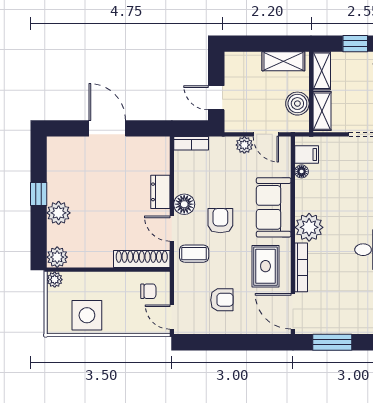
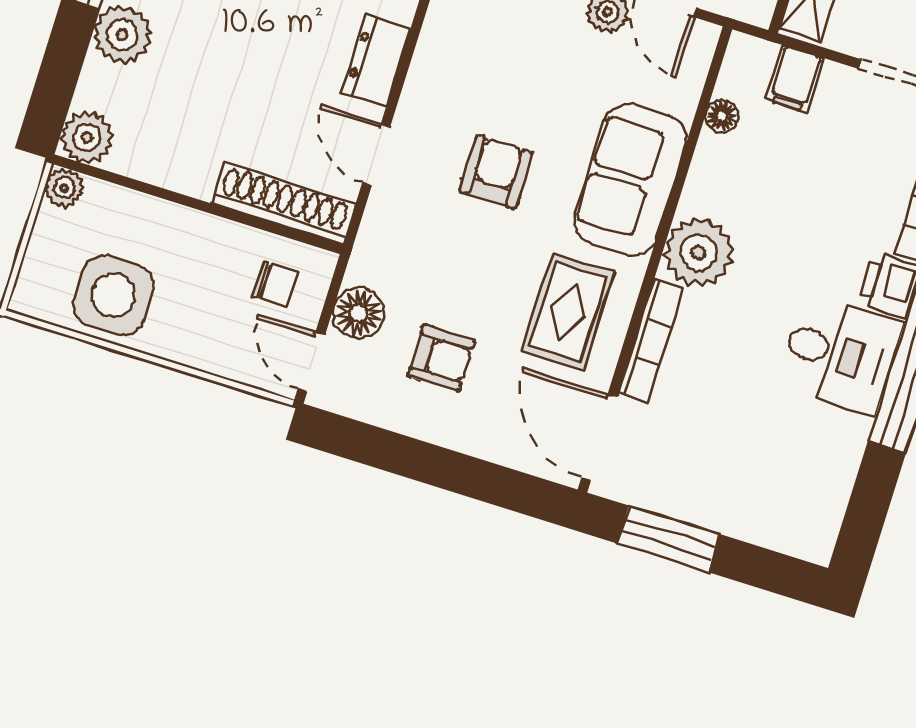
filing cabinet: (307, 155) -> (795, 79), moved, turned 90
floor lamp: (184, 204) -> (358, 313), moved
coffee table: (194, 254) -> (410, 230), removed

